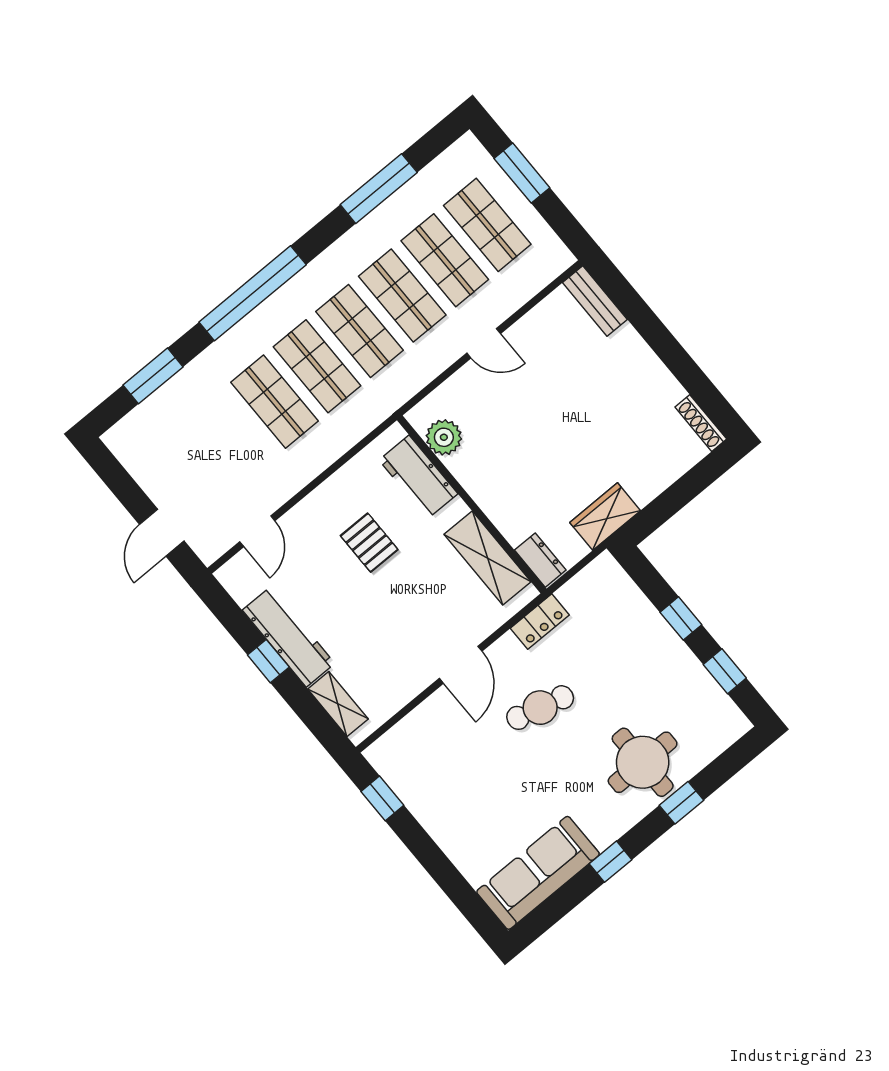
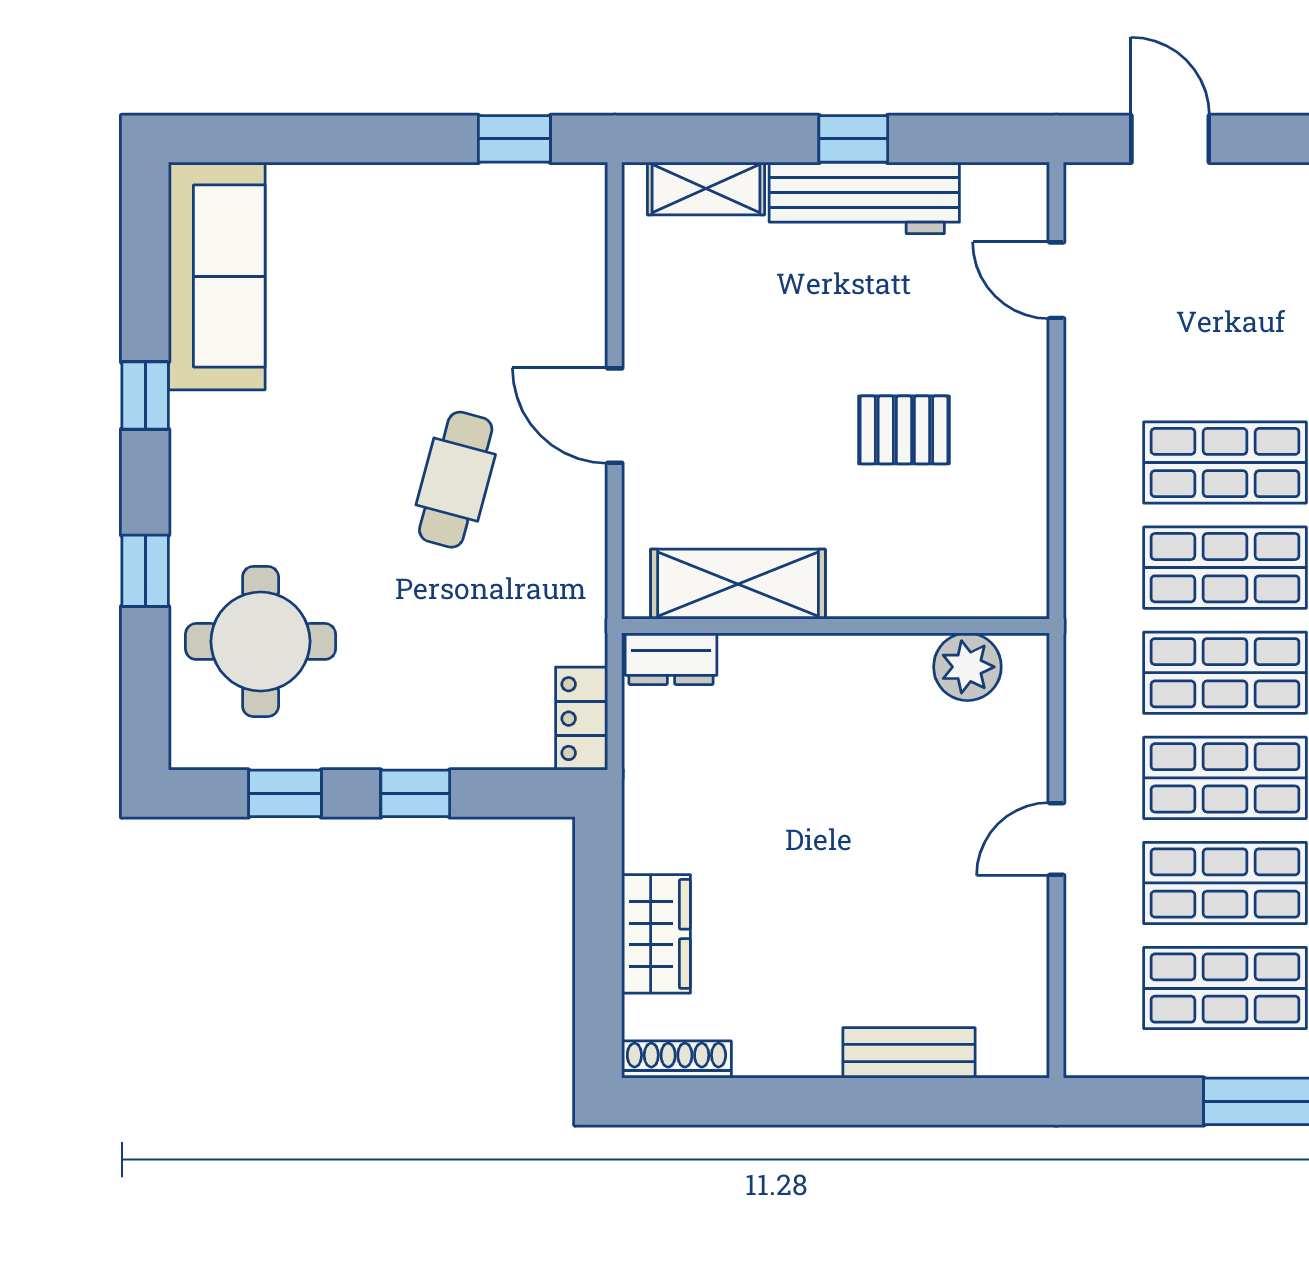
bench: (595, 301) -> (909, 1053), moved
workbench: (418, 477) -> (940, 581), removed
wardrobe: (605, 517) -> (656, 934), moved
locker: (540, 622) -> (582, 719), moved
round table: (643, 762) -> (261, 641), moved

